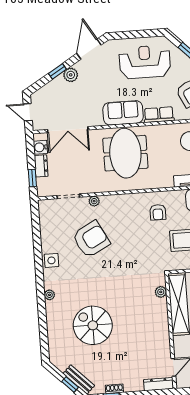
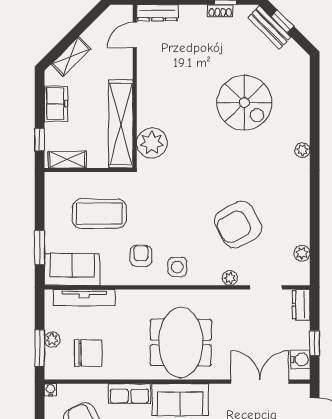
dresser: (41, 166) -> (301, 305), moved
window: (32, 178) -> (315, 343), moved
plant: (45, 222) -> (302, 253), added
side table: (51, 260) -> (177, 267), moved
plant: (161, 292) -> (152, 143), width x1.88, depth x1.88

